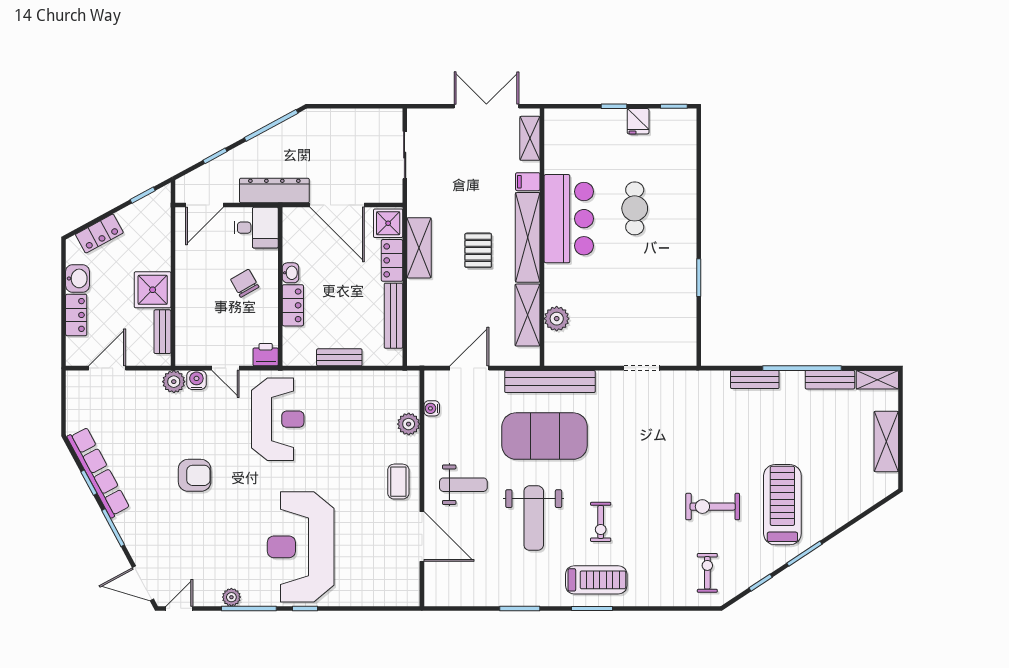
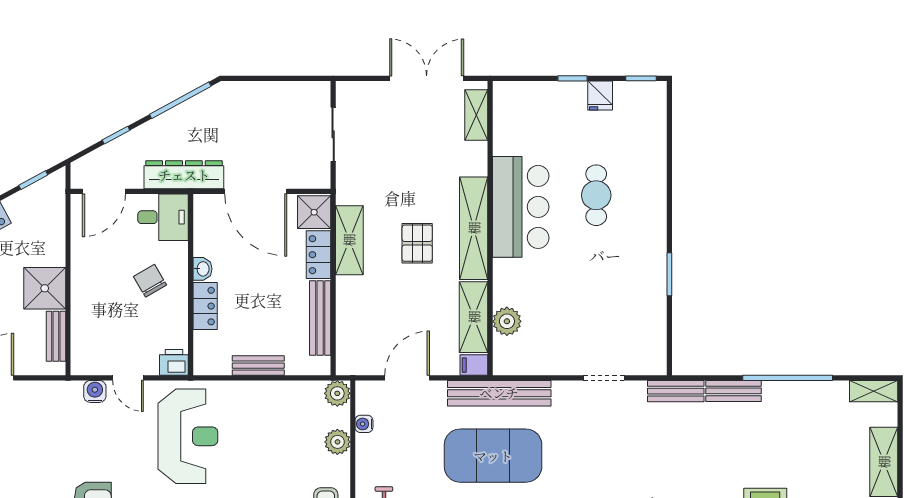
filing cabinet: (528, 182) -> (474, 365), moved
bench: (830, 380) -> (676, 391), moved
plant: (174, 382) -> (337, 393), moved

